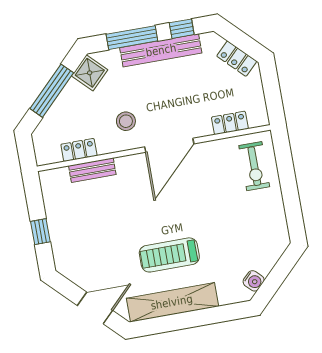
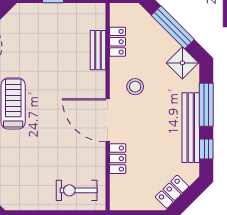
locker: (230, 123) -> (118, 159), moved

